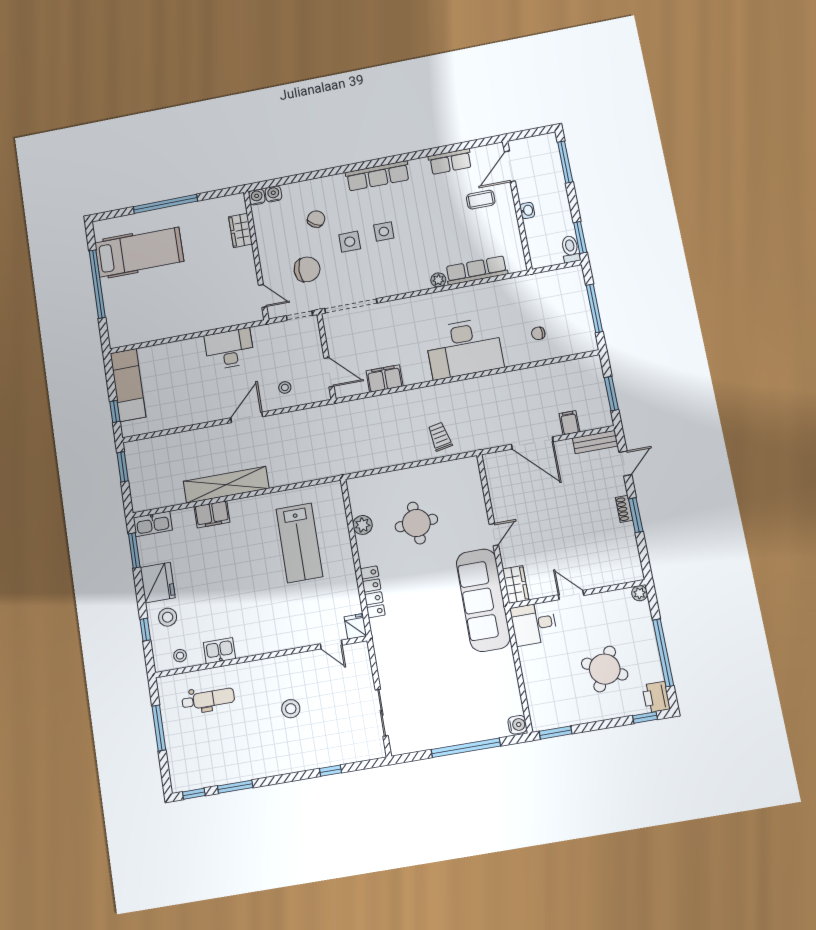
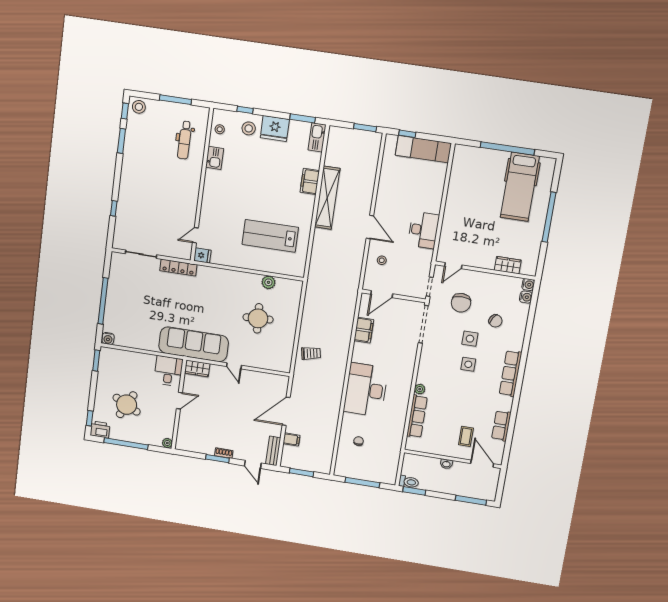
locker: (373, 592) -> (178, 268), moved
stool: (291, 709) -> (139, 107), moved

